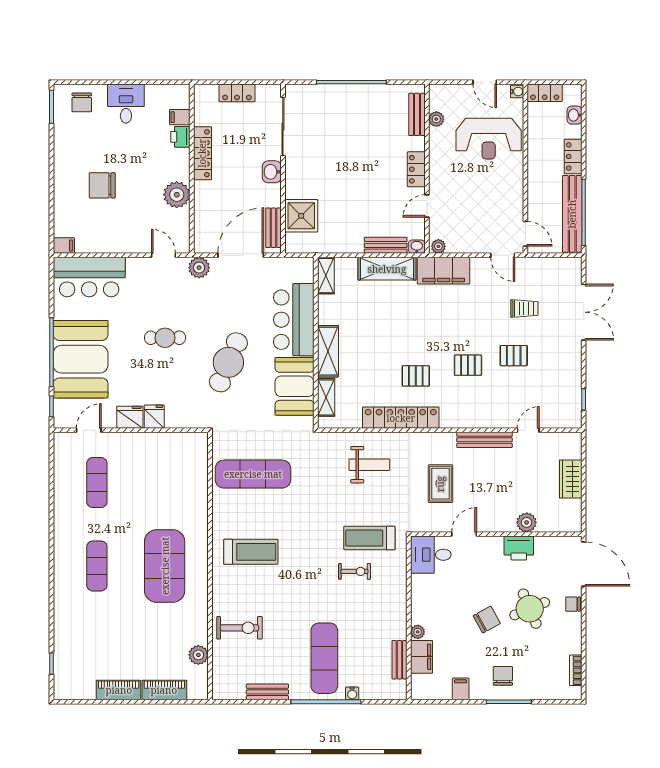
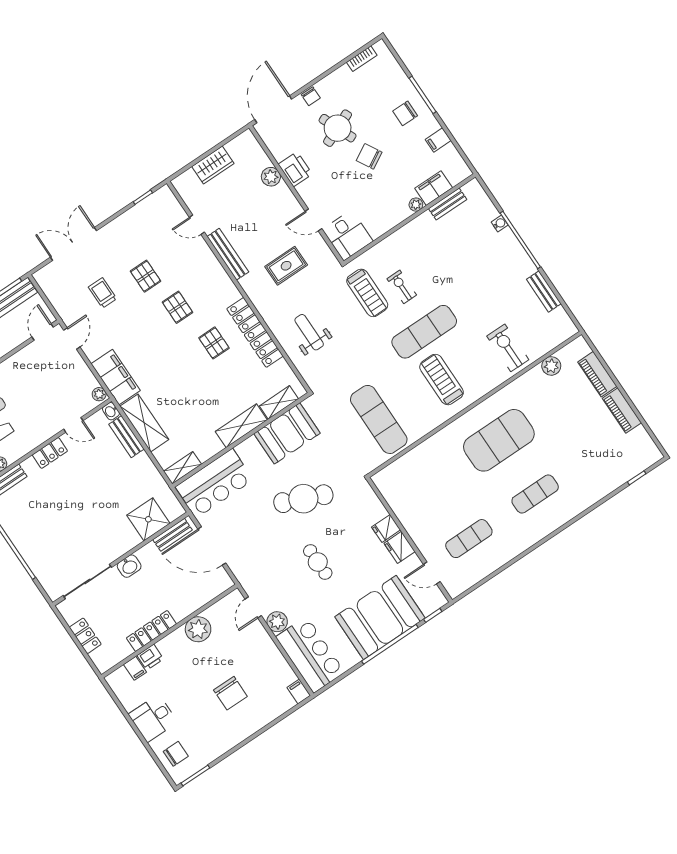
plant: (199, 268) -> (277, 622), moved
bar counter: (294, 320) -> (214, 483), moved
exercise mat: (324, 658) -> (424, 332), moved

